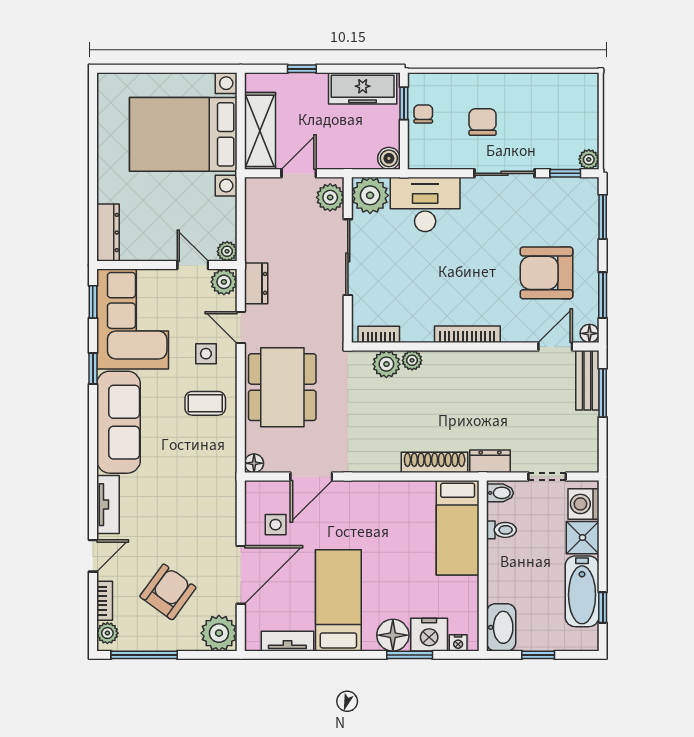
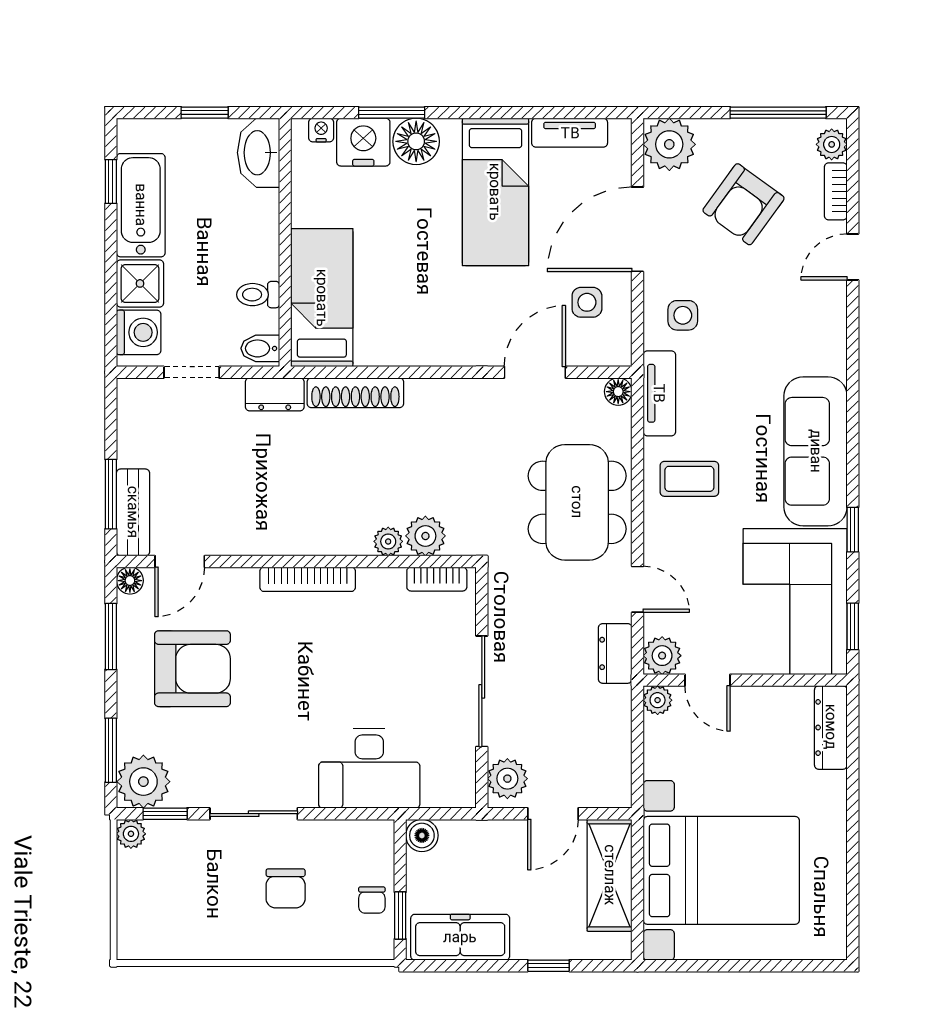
plant: (370, 195) -> (143, 782), moved
side table: (206, 354) -> (683, 315), moved
tv unit: (108, 505) -> (659, 393), moved, turned 180

